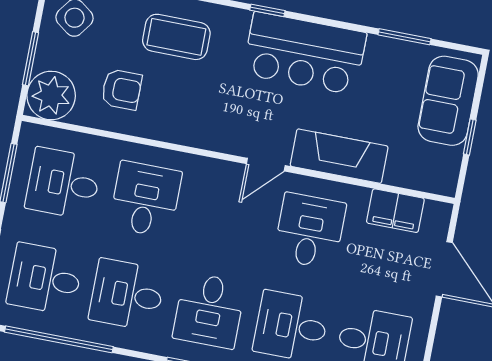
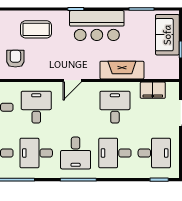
armchair: (122, 89) -> (15, 59), turned -90
door: (266, 165) -> (72, 80), moved

